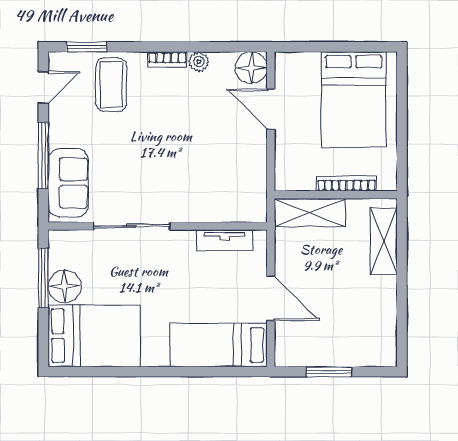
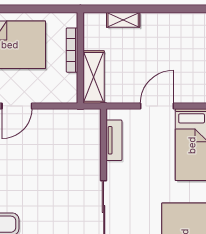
shelving: (384, 241) -> (123, 20), width x0.67, depth x0.75

